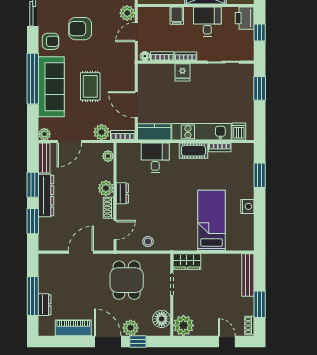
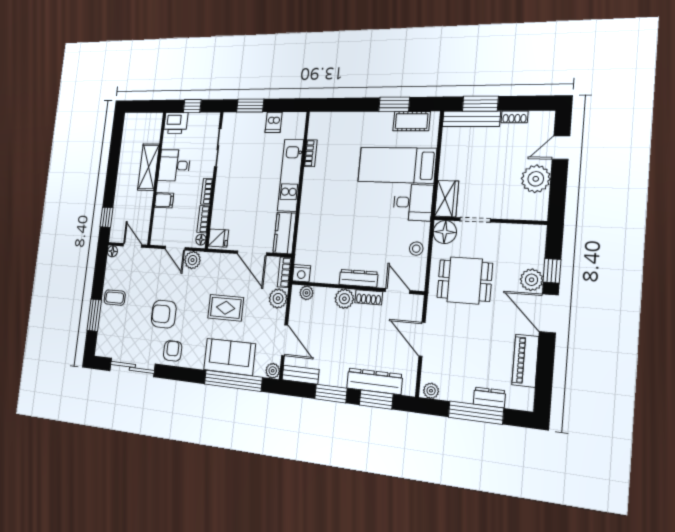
plant: (127, 13) -> (193, 260), moved
armchair: (80, 29) -> (164, 314), turned 90
fridge: (182, 72) -> (218, 238), moved
window: (33, 79) -> (233, 381), moved
sofa: (51, 87) -> (229, 357), width x0.73
door: (136, 105) -> (252, 253), hinge flipped
dishwasher: (239, 131) -> (274, 122), moved, turned -90
cot: (193, 151) -> (411, 121), moved, turned 90
desk: (155, 158) -> (413, 202), moved, turned 180
window: (260, 175) -> (394, 104), moved
dresser: (122, 193) -> (358, 278), width x1.44
dresser: (46, 195) -> (374, 381), moved
nightstand: (247, 206) -> (301, 273), moved, turned 180
plant: (44, 262) -> (431, 391), added
window: (260, 304) -> (480, 104), moved
floor lamp: (162, 319) -> (445, 232), moved
plant: (183, 325) -> (536, 179), moved
shoe rack: (249, 325) -> (515, 117), moved
door: (108, 341) -> (549, 313), hinge flipped

